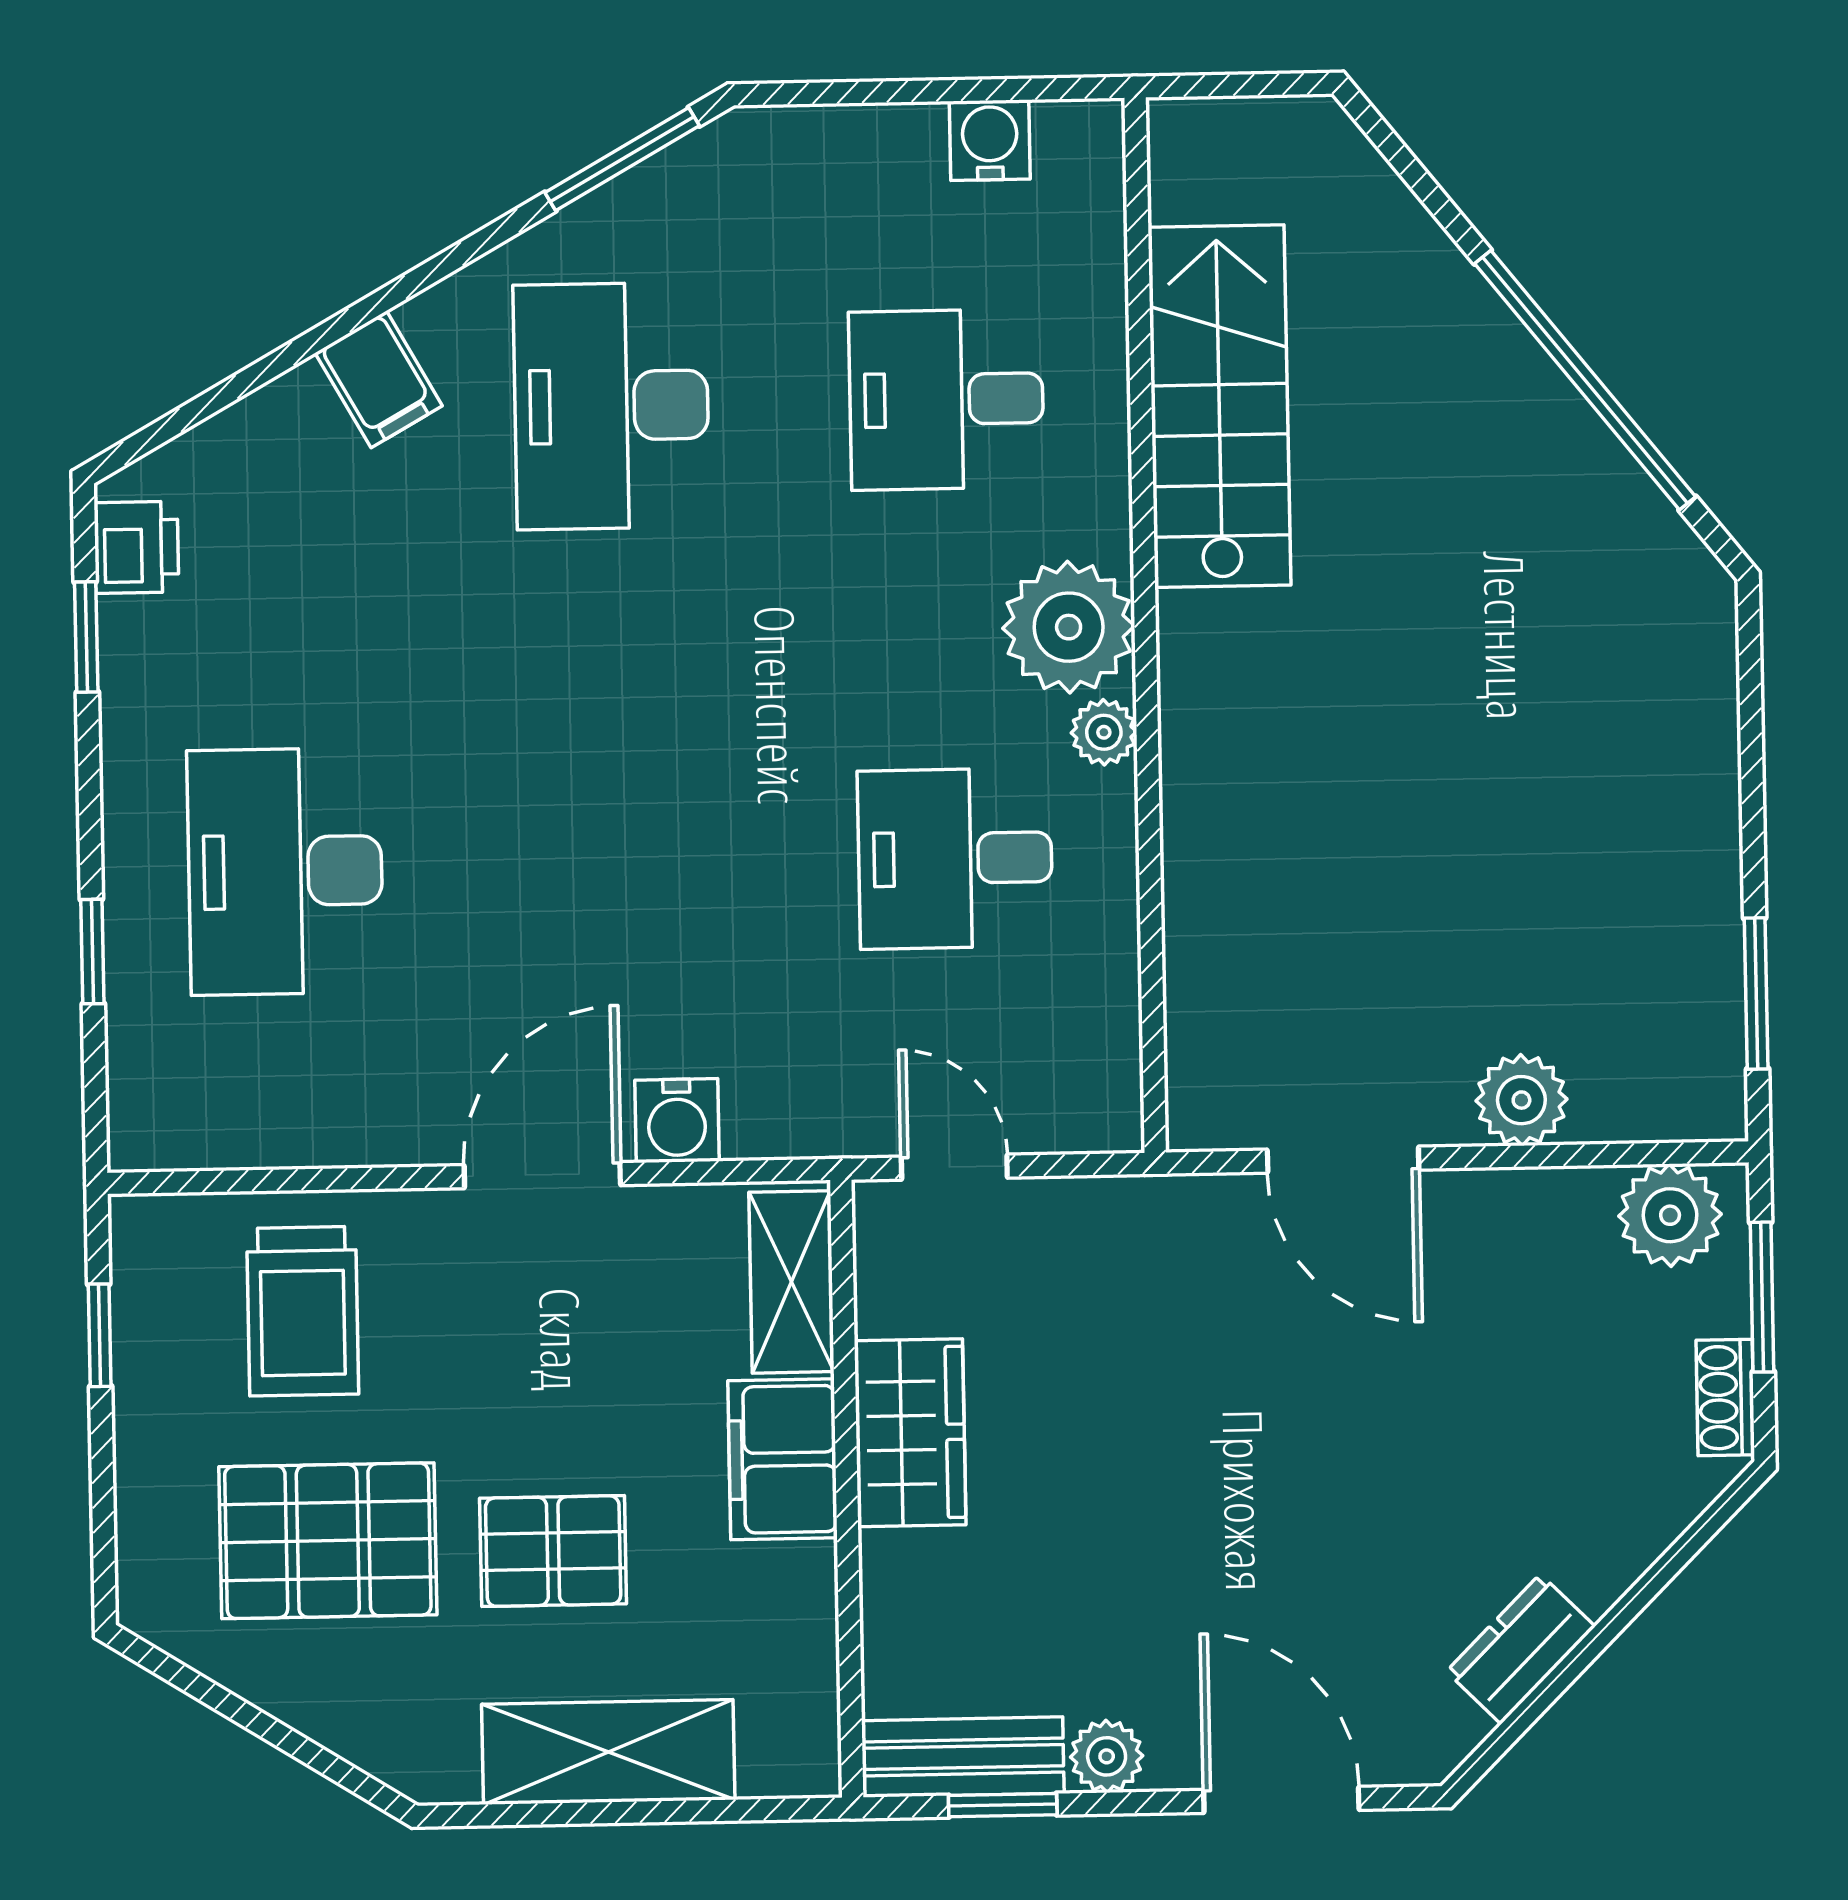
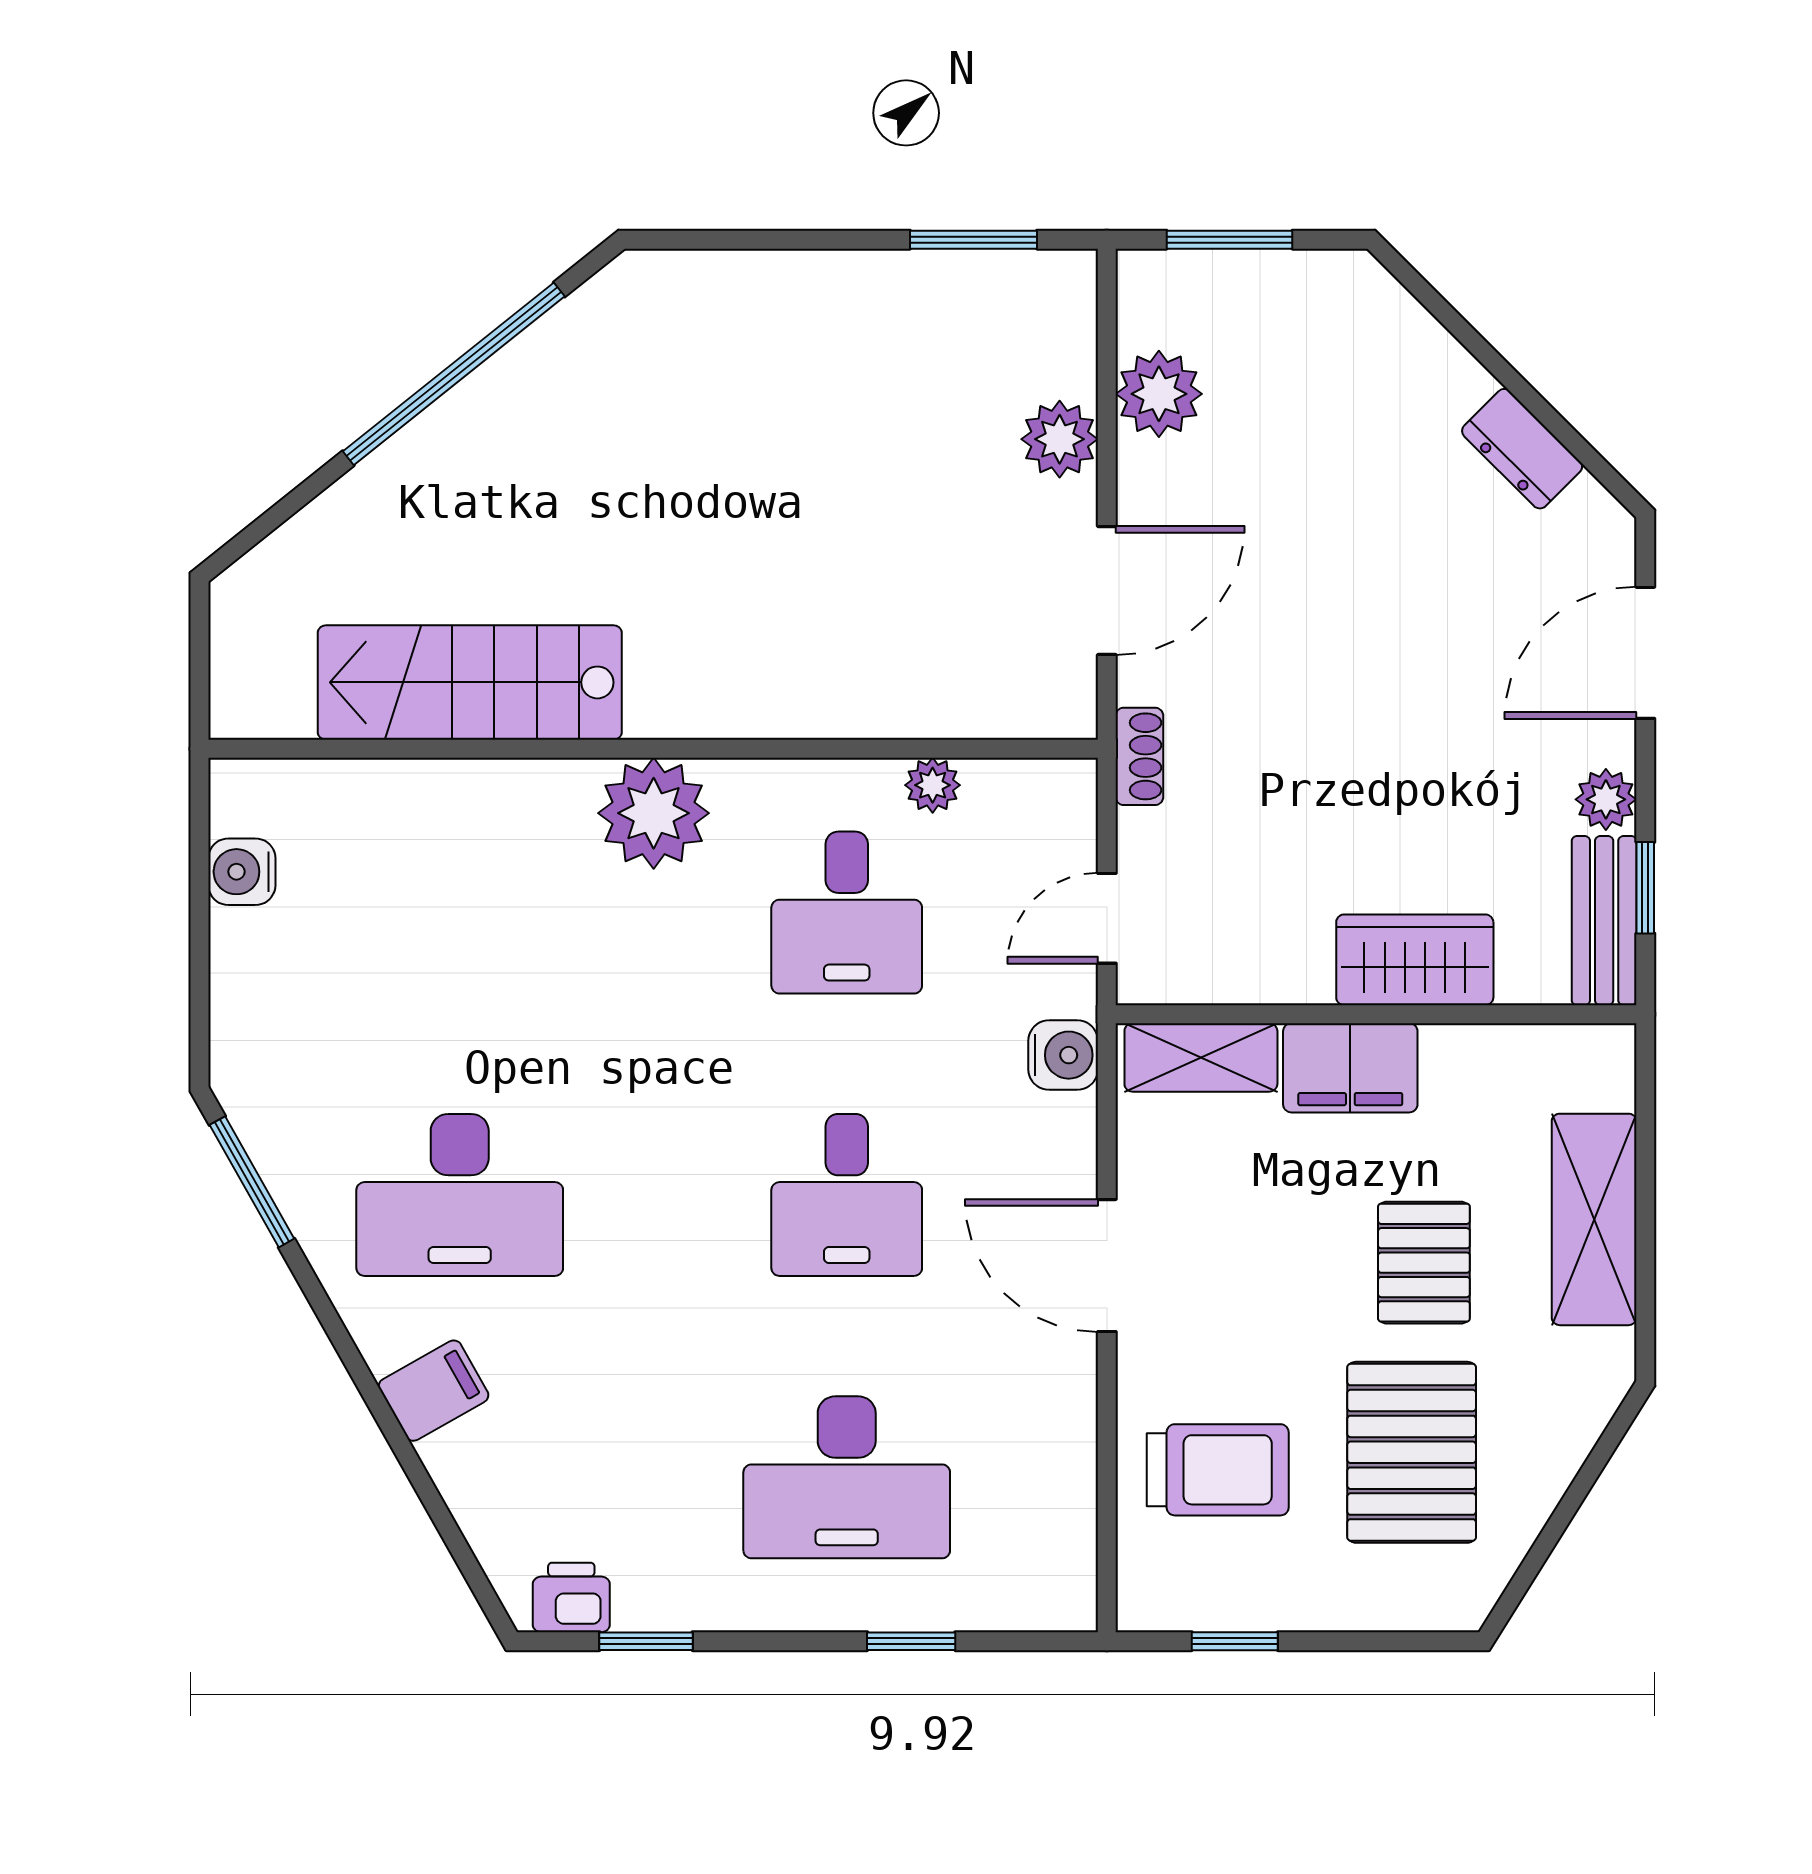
desk: (946, 399) -> (847, 1195), moved
plant: (1104, 732) -> (933, 785), moved
water cooler: (677, 1121) -> (1063, 1055), moved
plant: (1670, 1215) -> (1159, 394), moved
shoe rack: (1725, 1398) -> (1139, 756), moved, turned -90
wardrobe: (910, 1433) -> (1415, 960), moved

